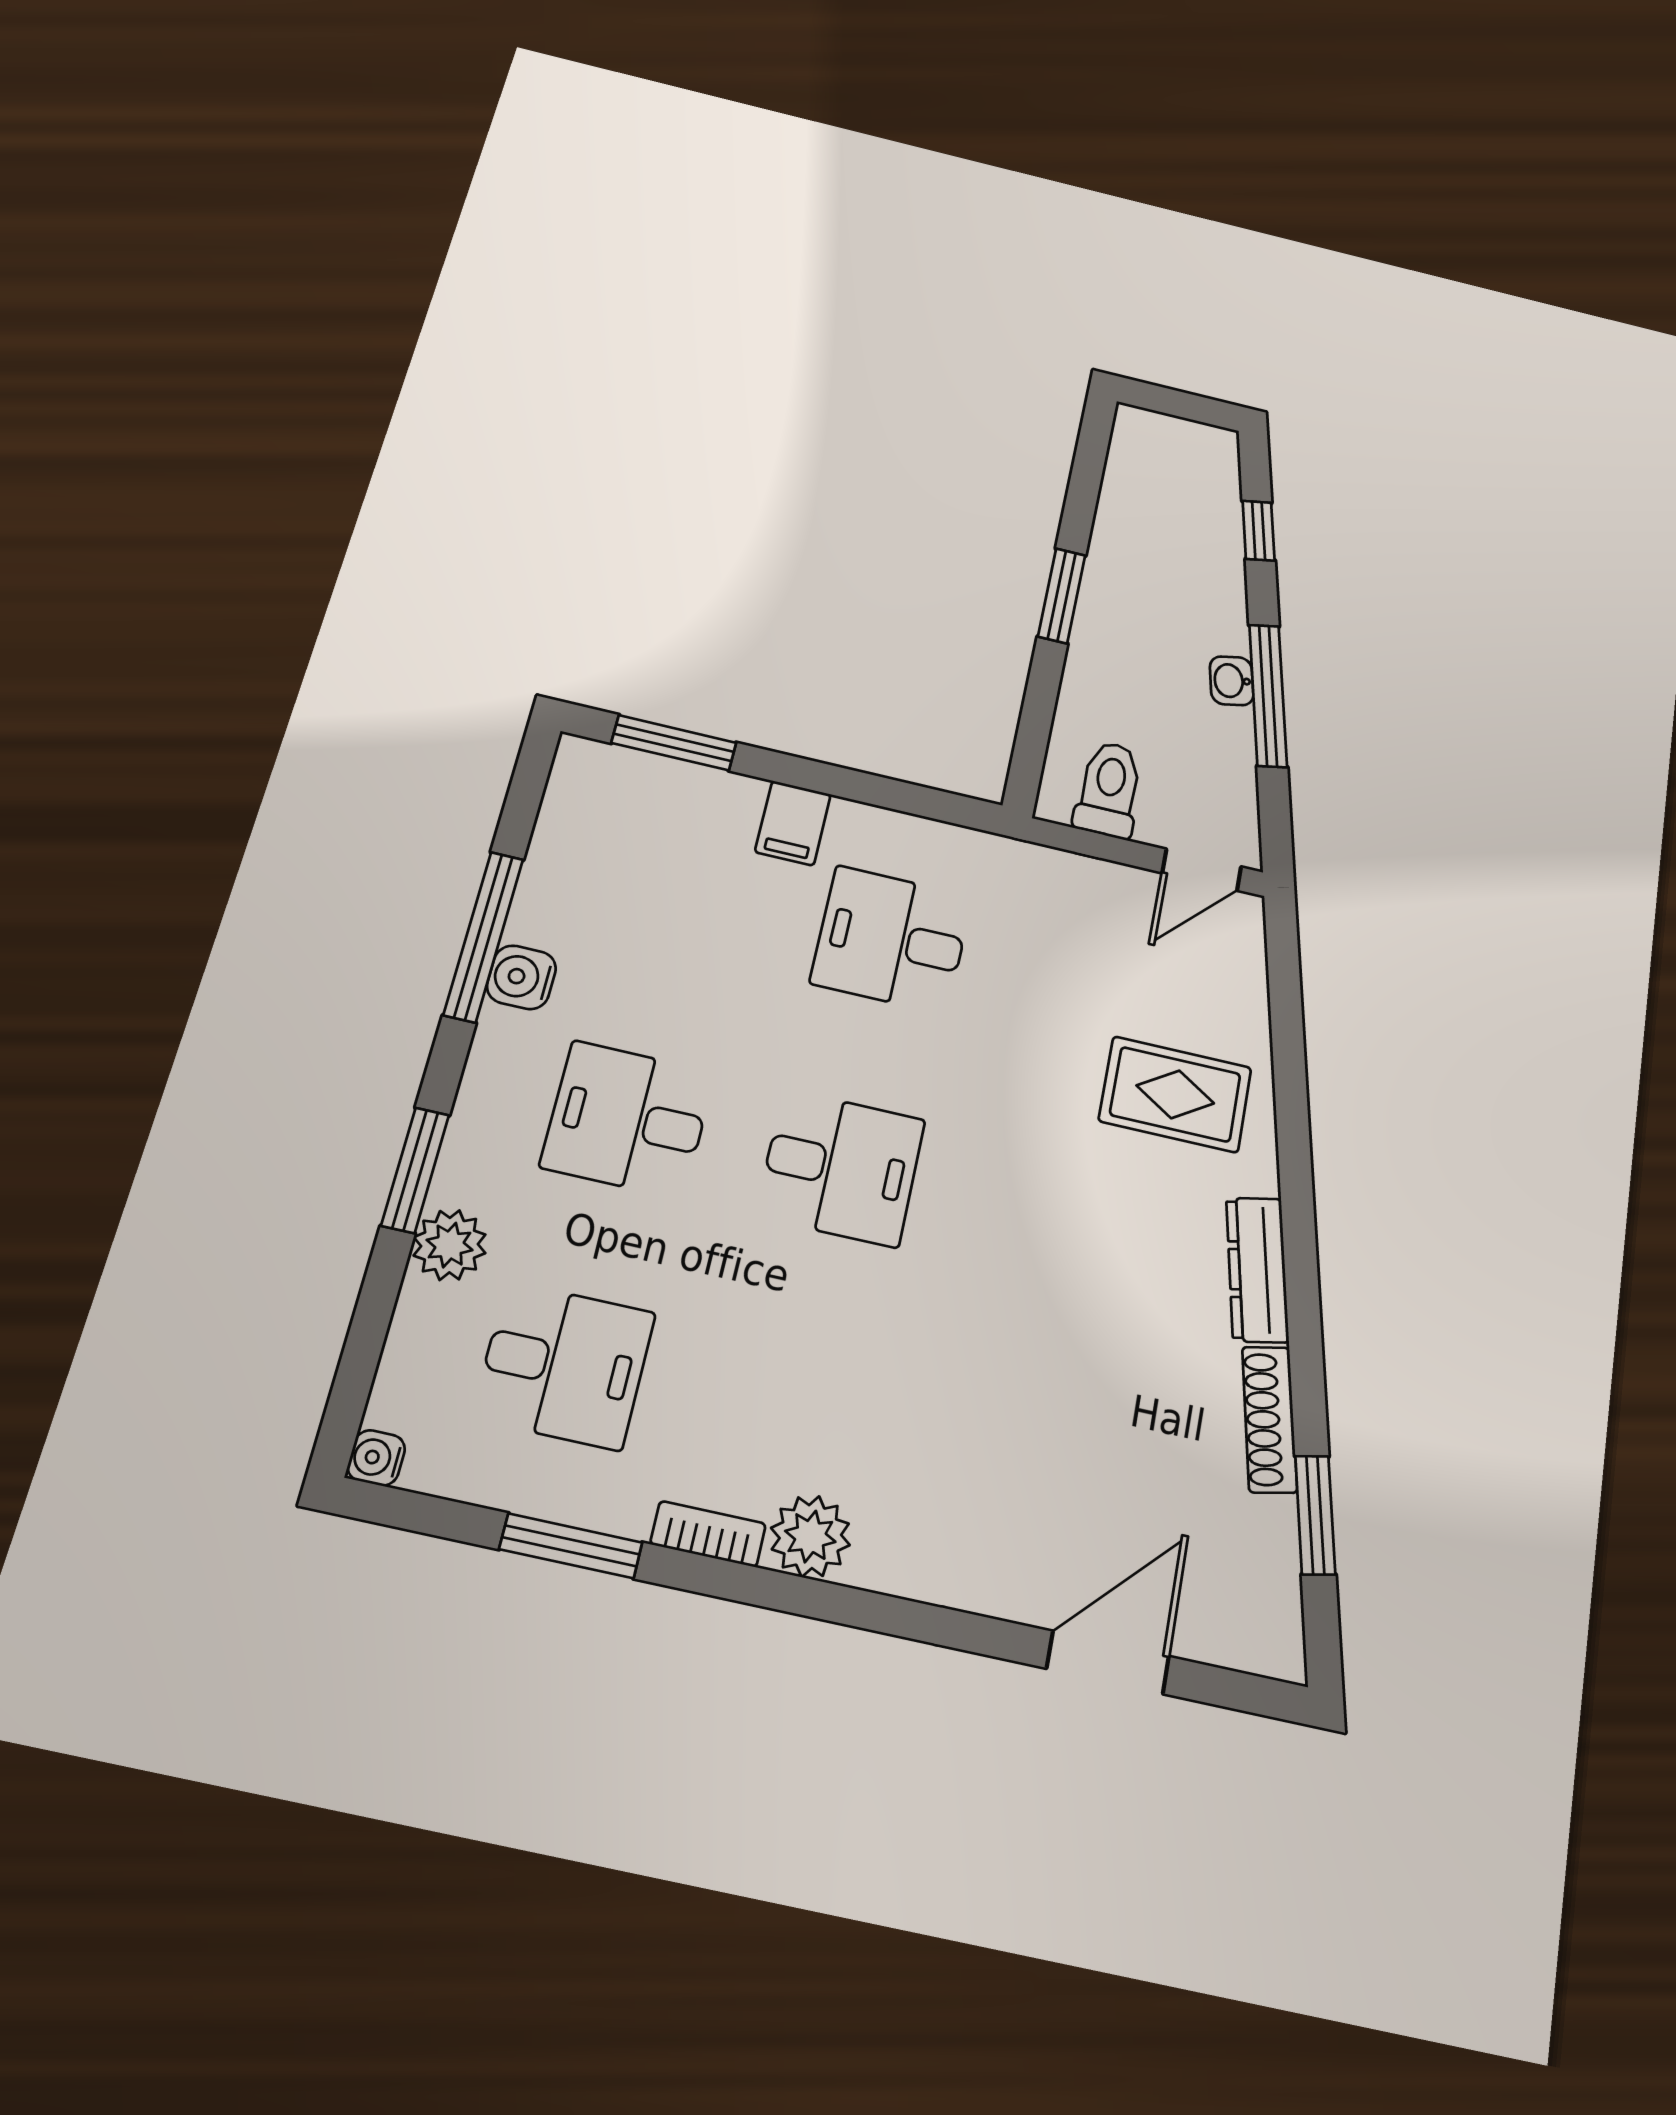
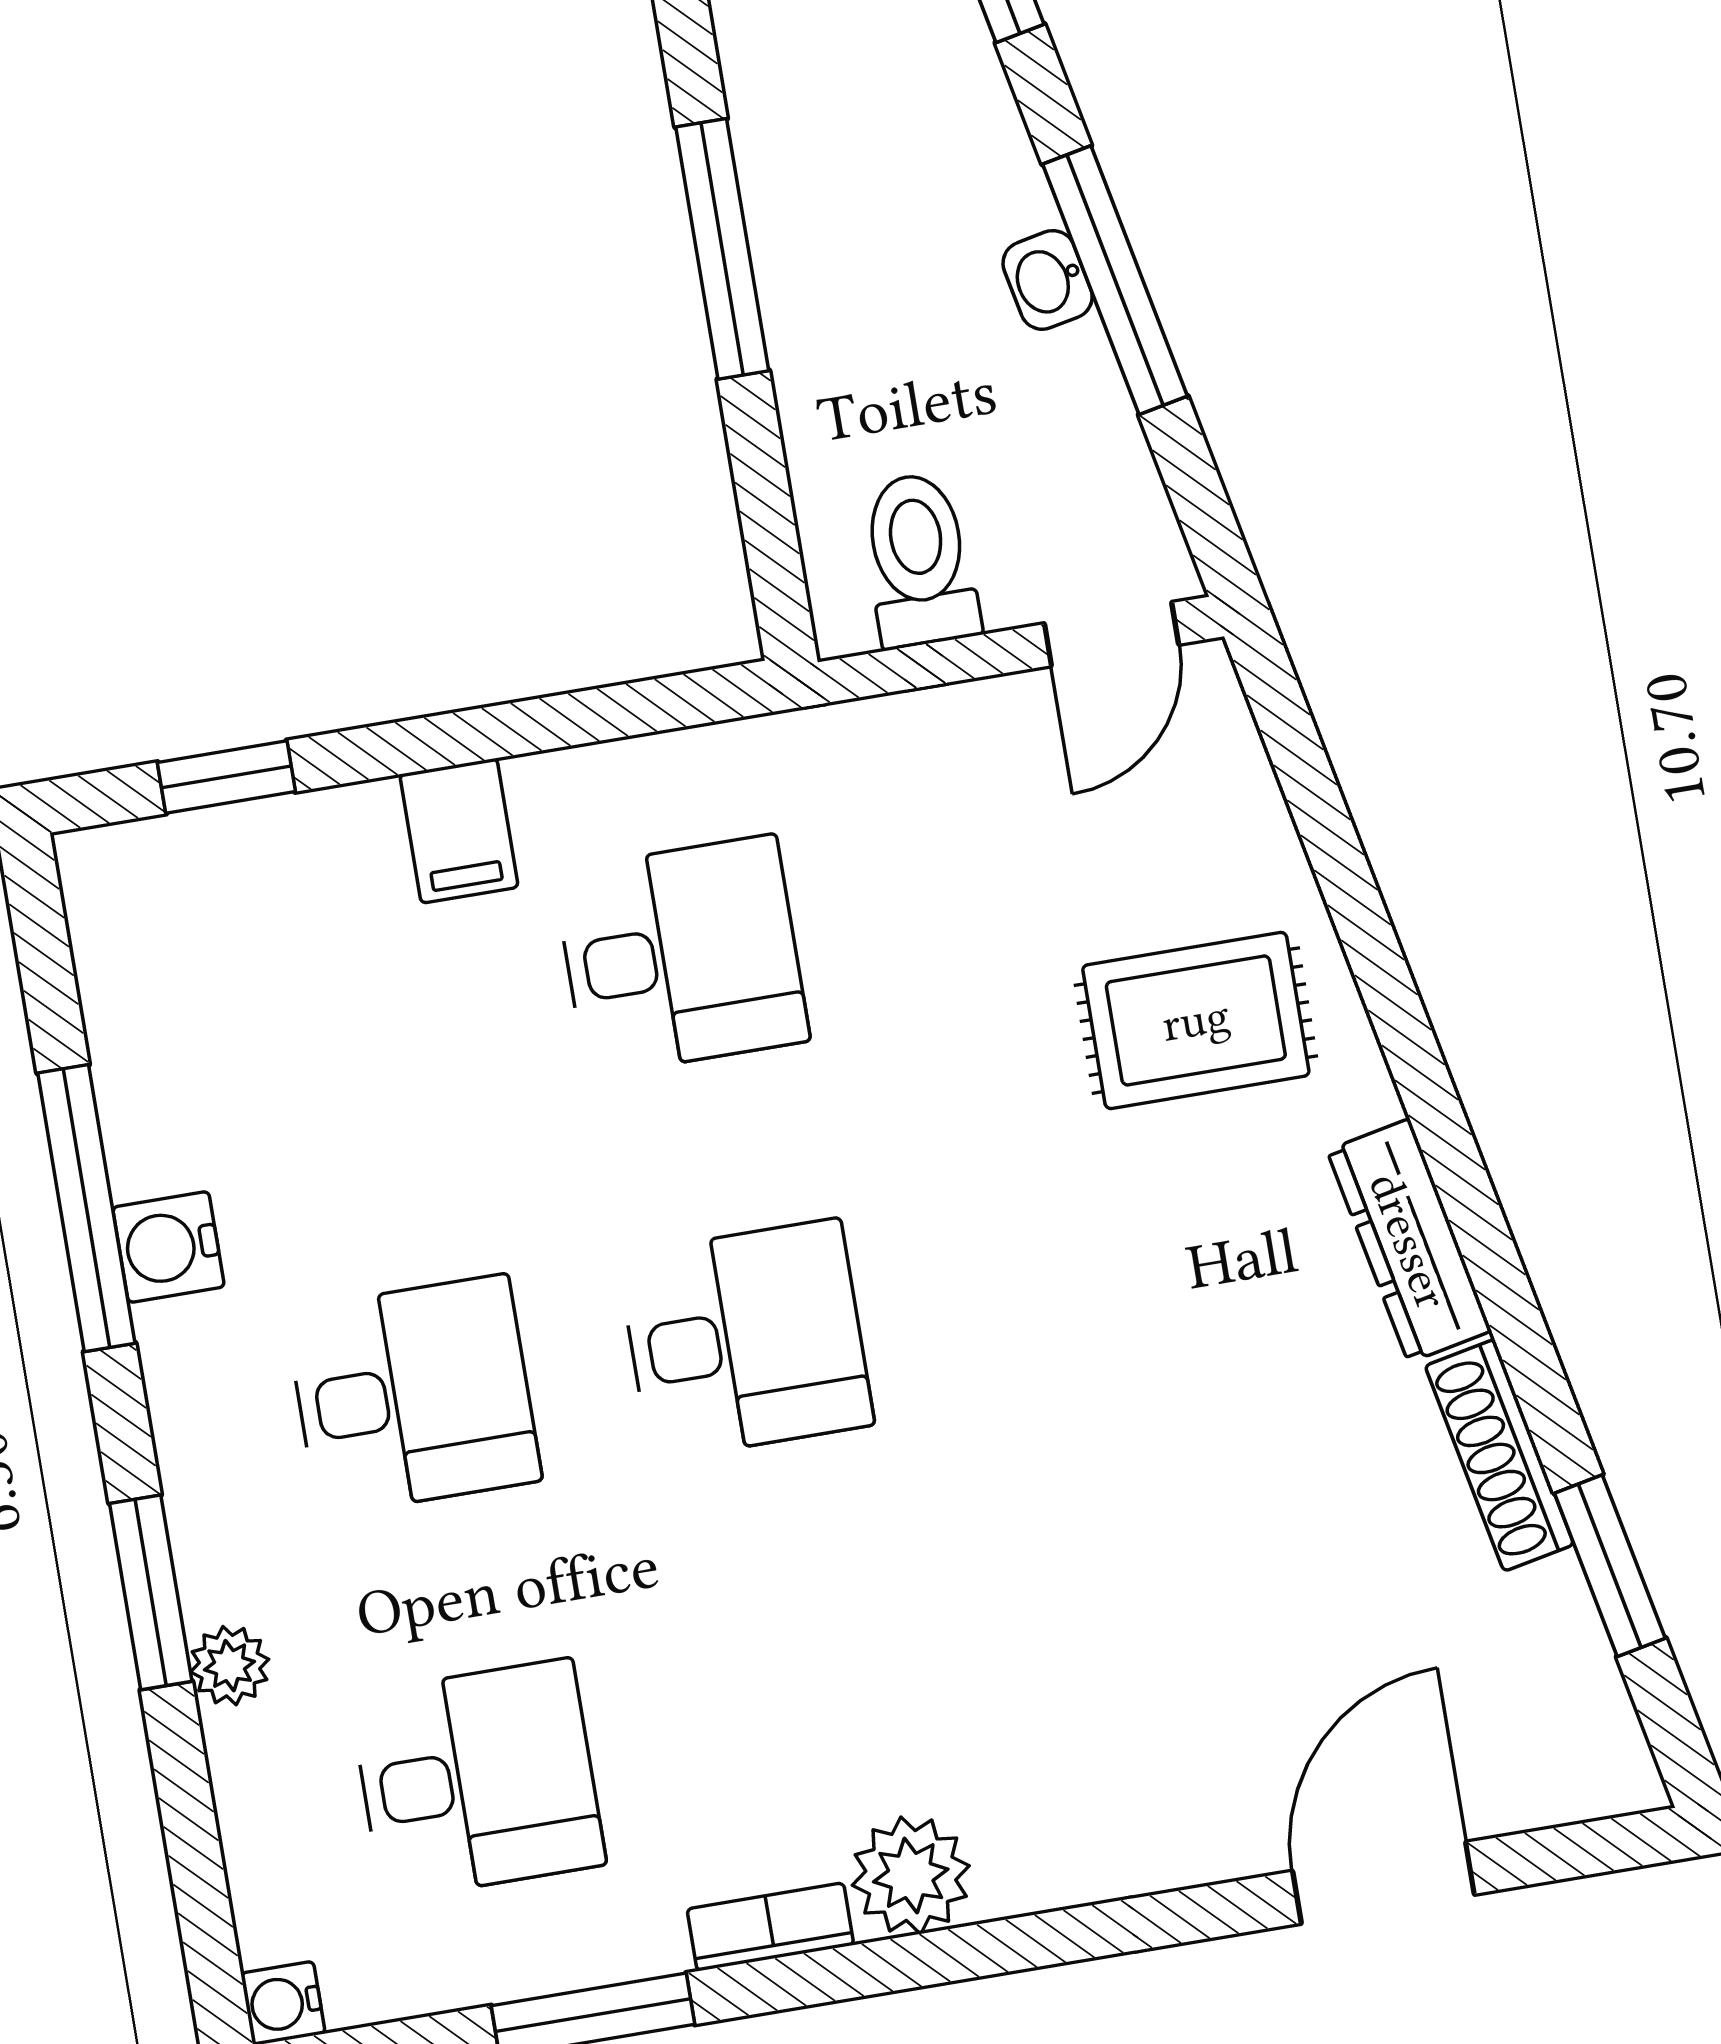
window: (1062, 596) -> (722, 249), width x1.44
window: (674, 743) -> (226, 777), width x0.67
desk: (892, 940) -> (681, 956), turned 180
desk: (628, 1119) -> (413, 1395), turned 180
plant: (450, 1245) -> (230, 1666), width x0.73, depth x0.73

